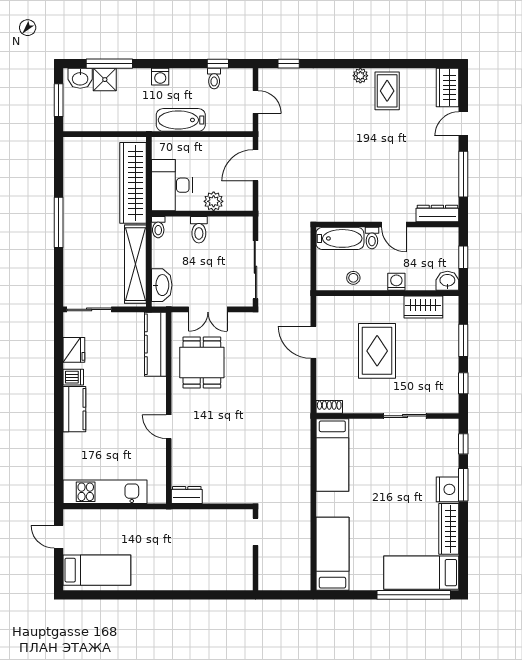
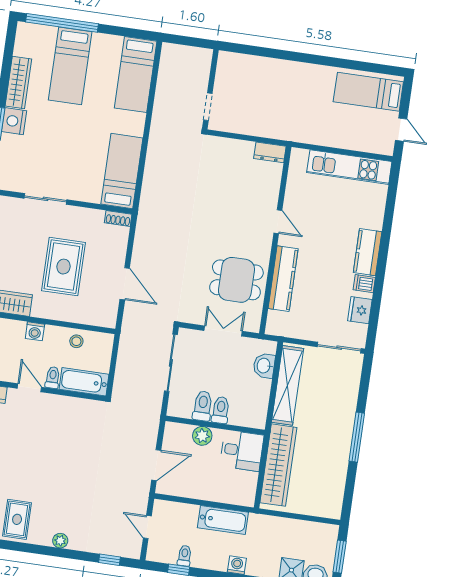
plant: (360, 76) -> (60, 541), moved
desk: (172, 185) -> (242, 451), width x0.73
toilet: (158, 227) -> (203, 406), moved, width x1.37, depth x1.39
washbasin: (162, 285) -> (264, 366), width x0.72
kitchen counter: (155, 344) -> (283, 279), moved
dining table: (202, 362) -> (236, 280), turned 90
bed: (421, 573) -> (70, 66), moved, turned 90

